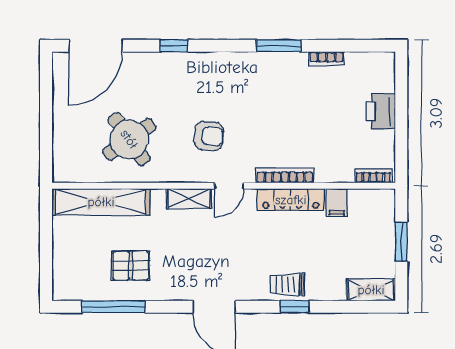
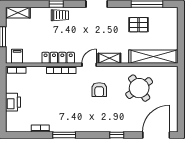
armchair: (209, 136) -> (99, 90), turned -95
filing cabinet: (337, 203) -> (17, 56), moved

